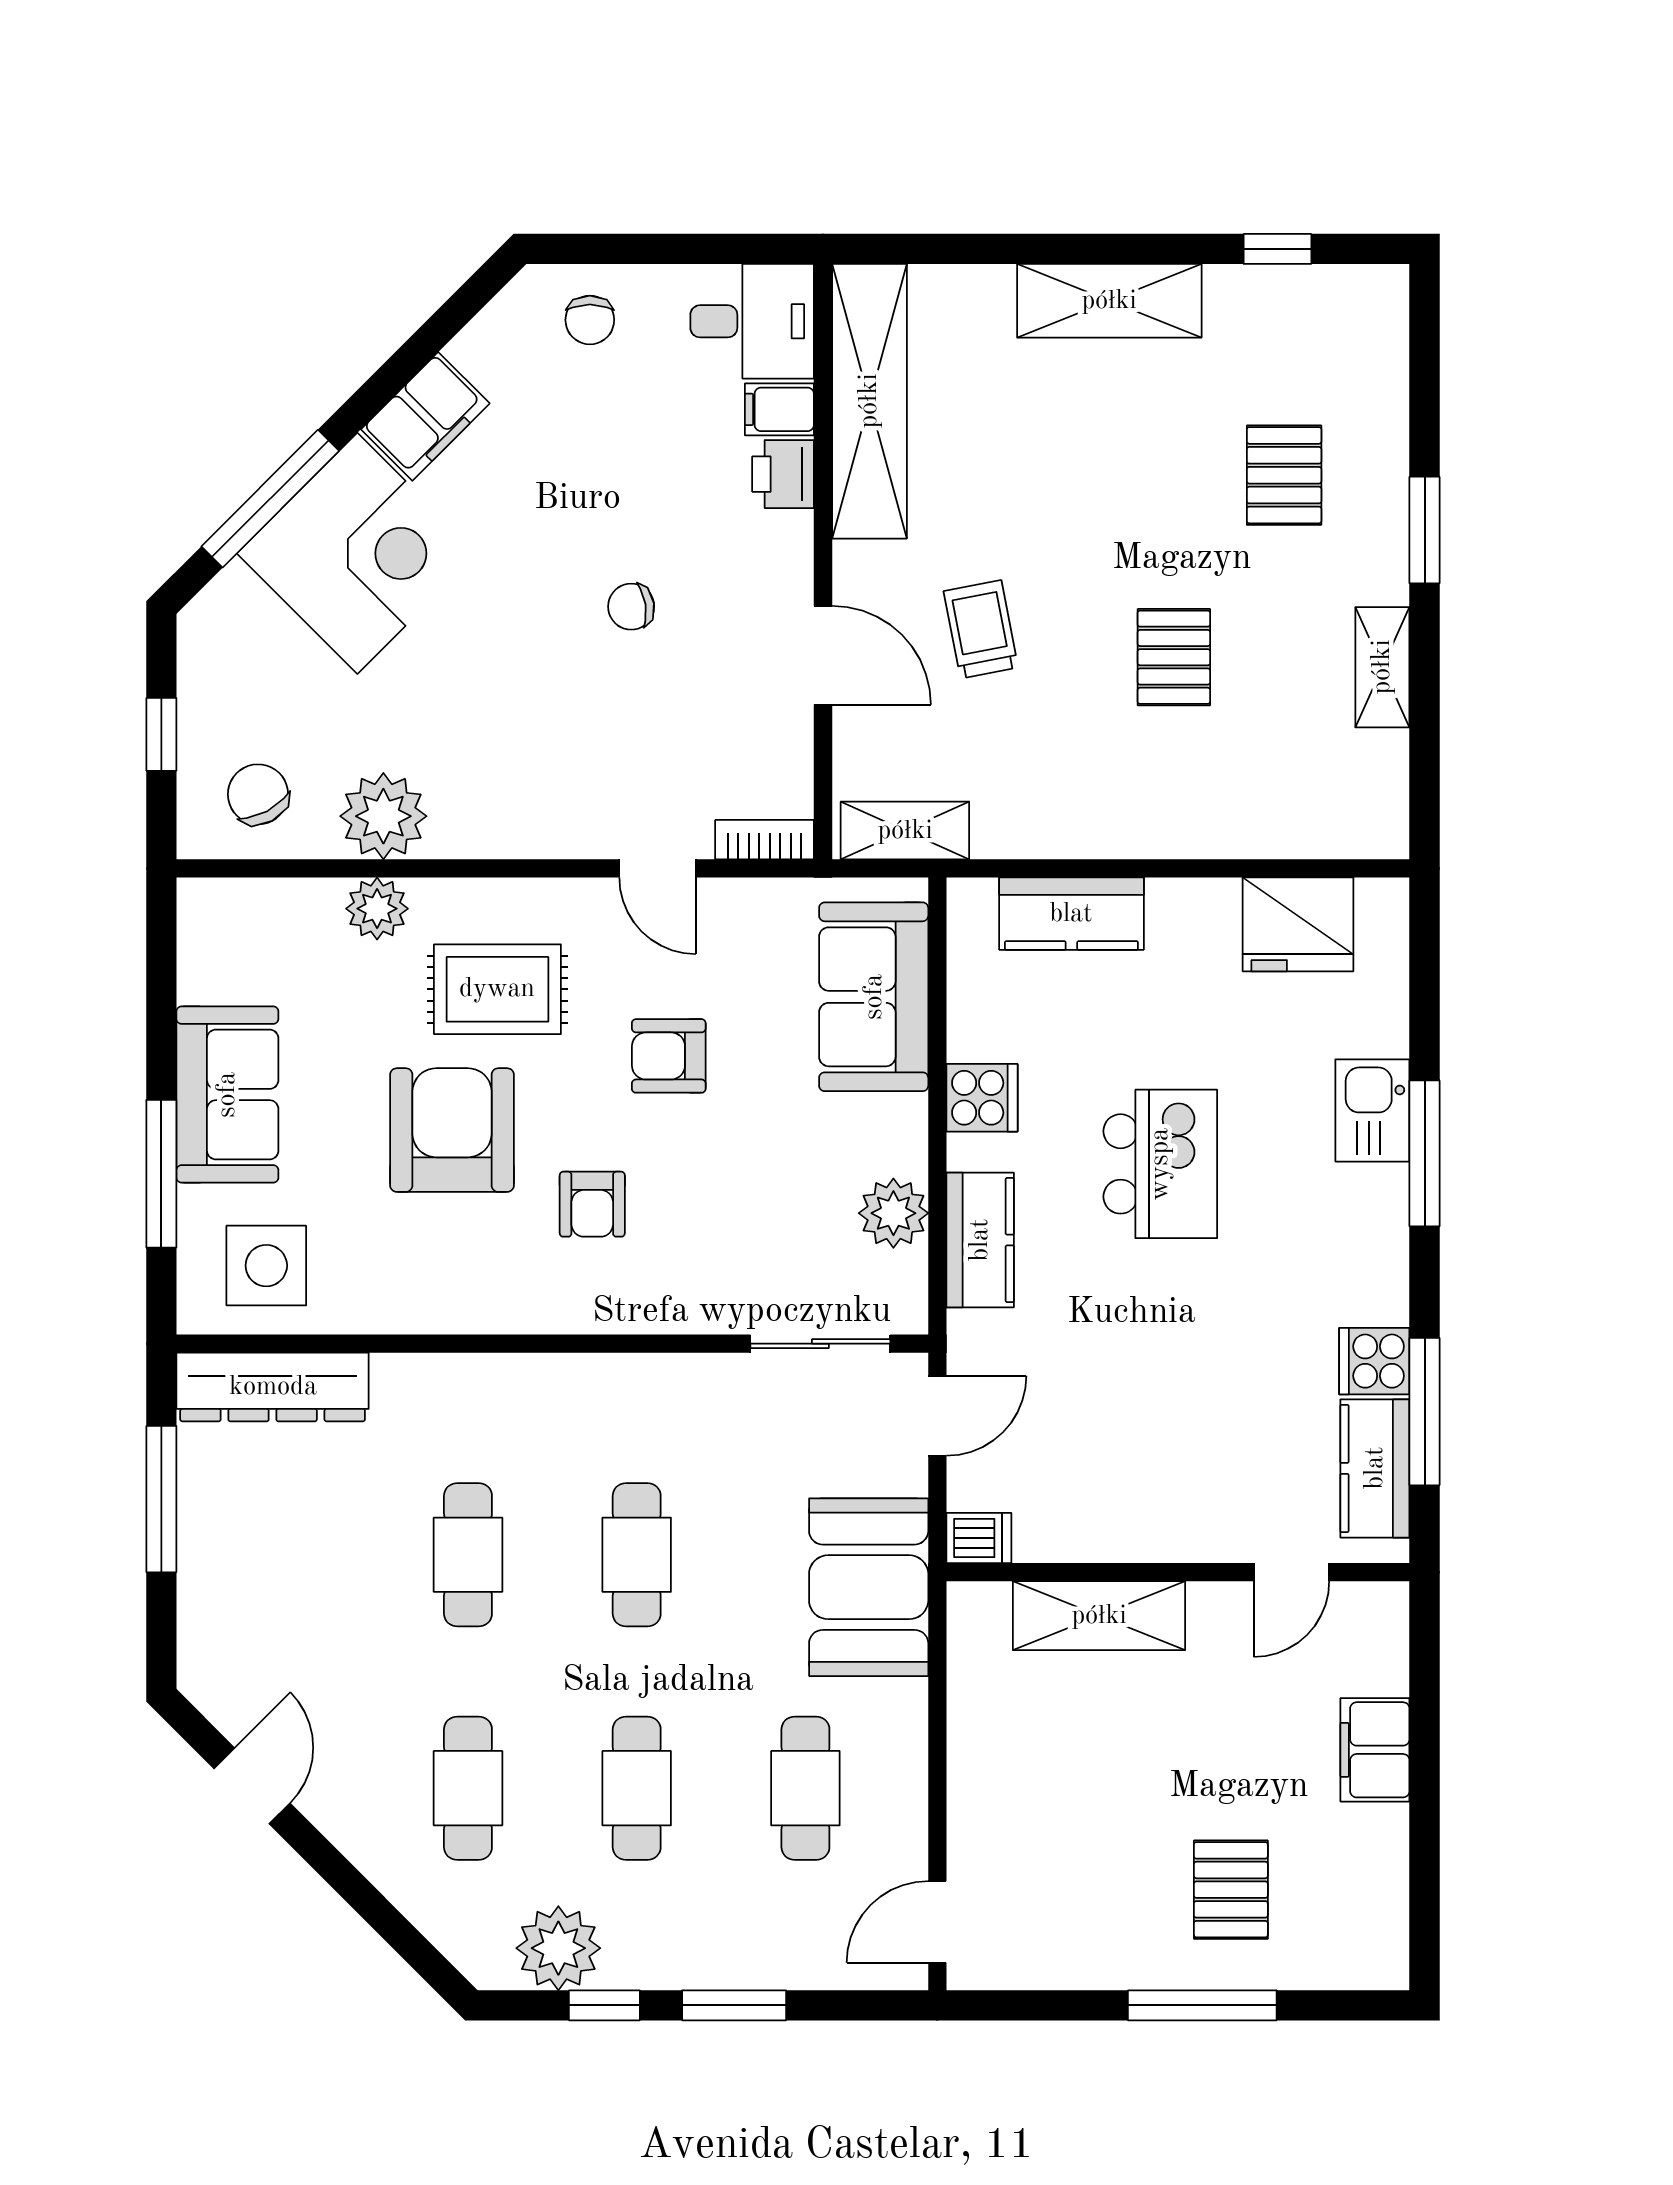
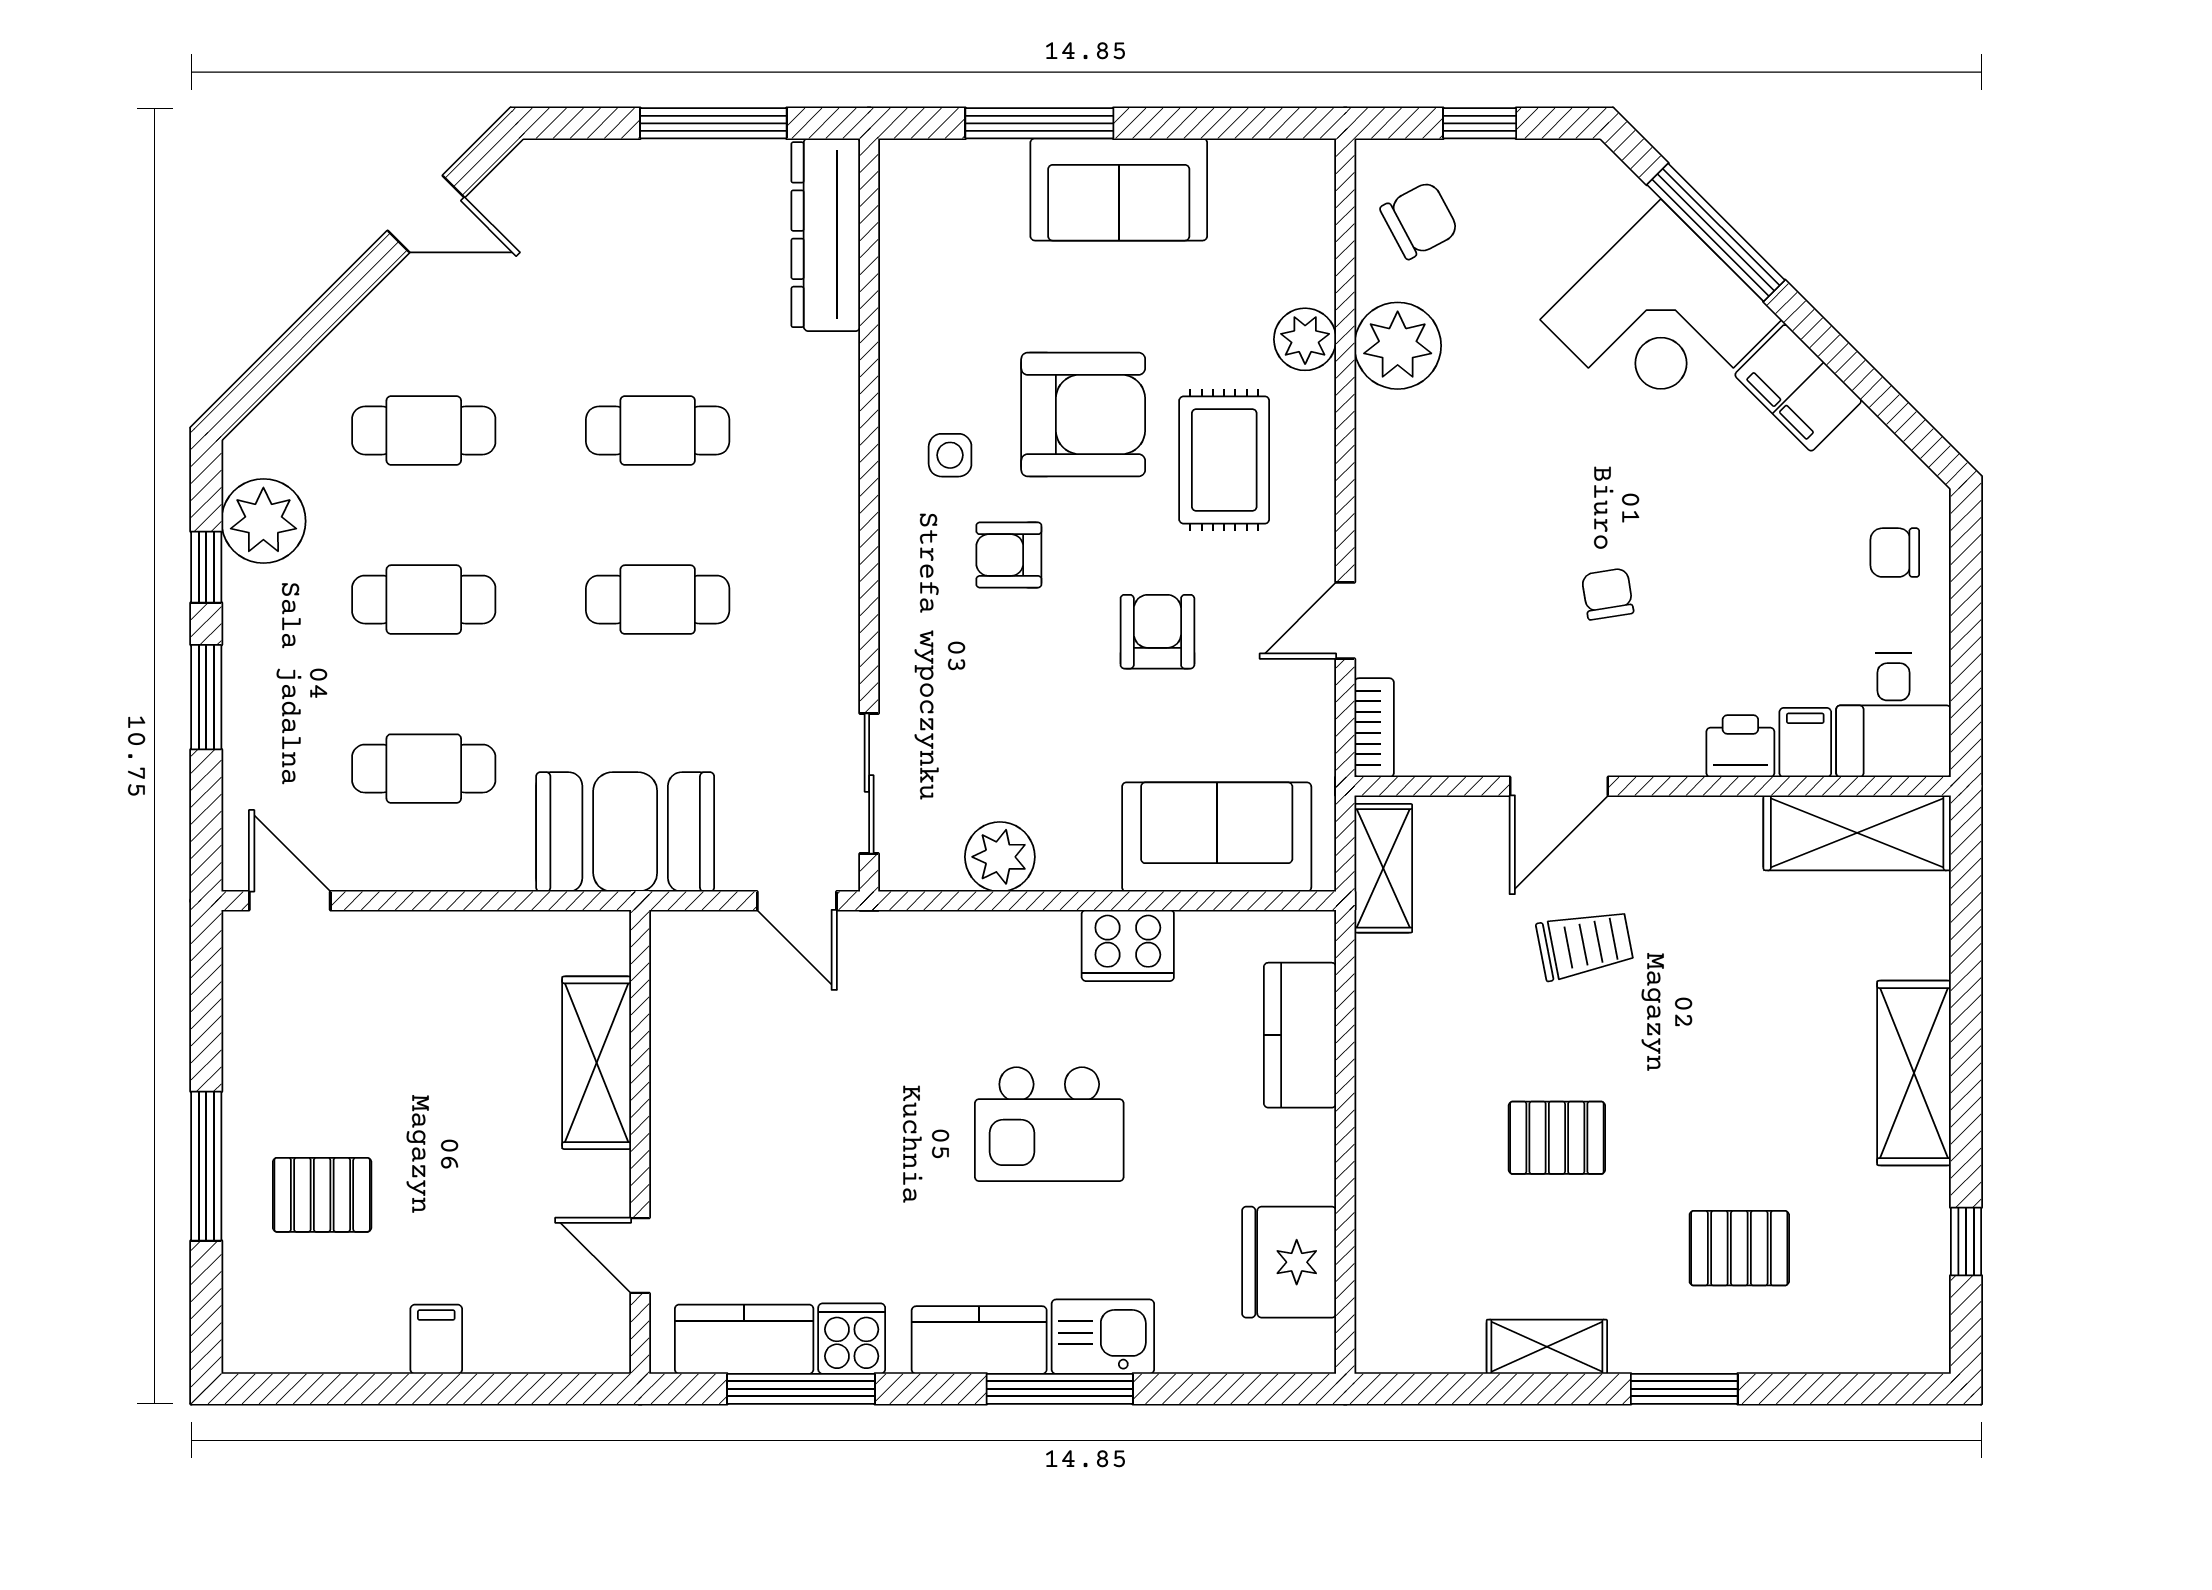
shelving: (869, 401) -> (1857, 833), width x0.68
cooker: (982, 1098) -> (1128, 945), width x1.36
kitchen counter: (980, 1240) -> (979, 1340), moved, turned 180
side table: (266, 1266) -> (950, 455), moved, width x0.54, depth x0.54
dishwasher: (979, 1538) -> (674, 942), removed
filing cabinet: (1375, 1750) -> (436, 1339), width x0.50

